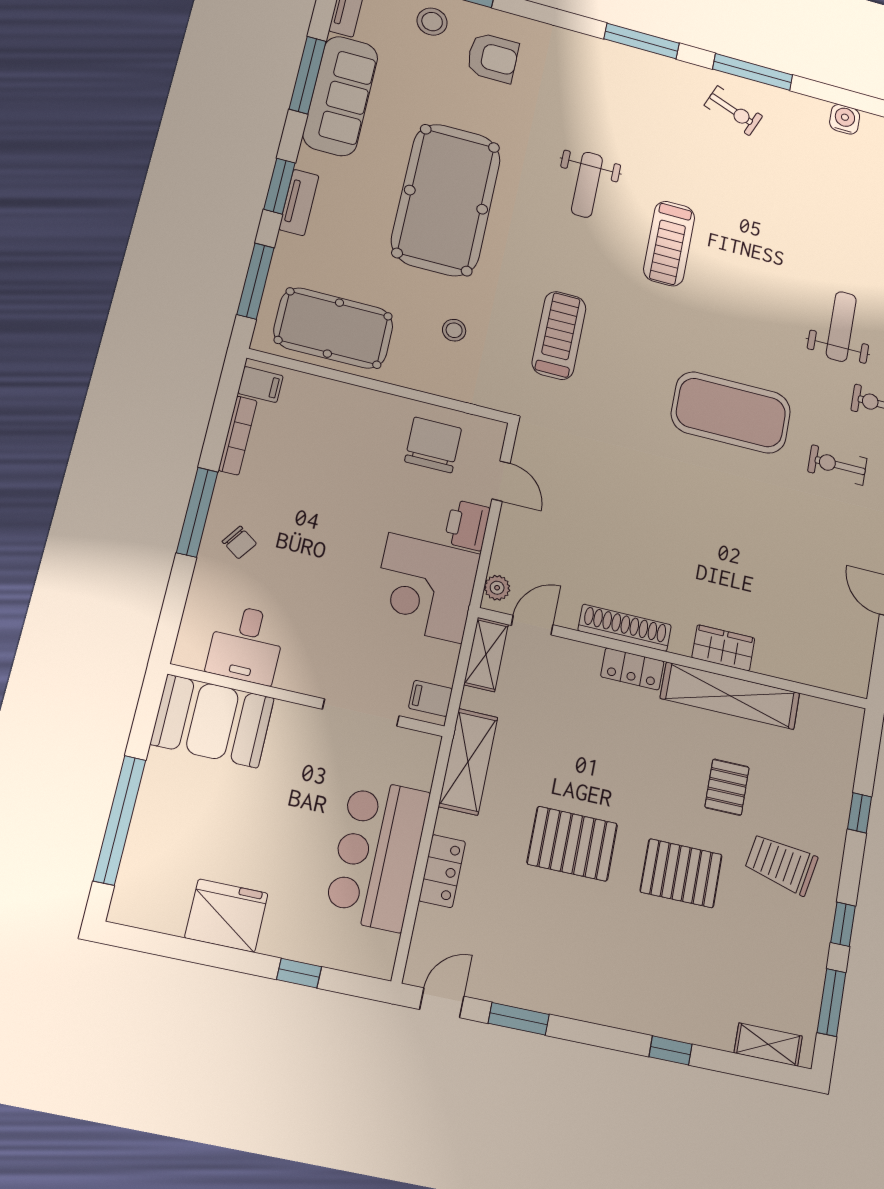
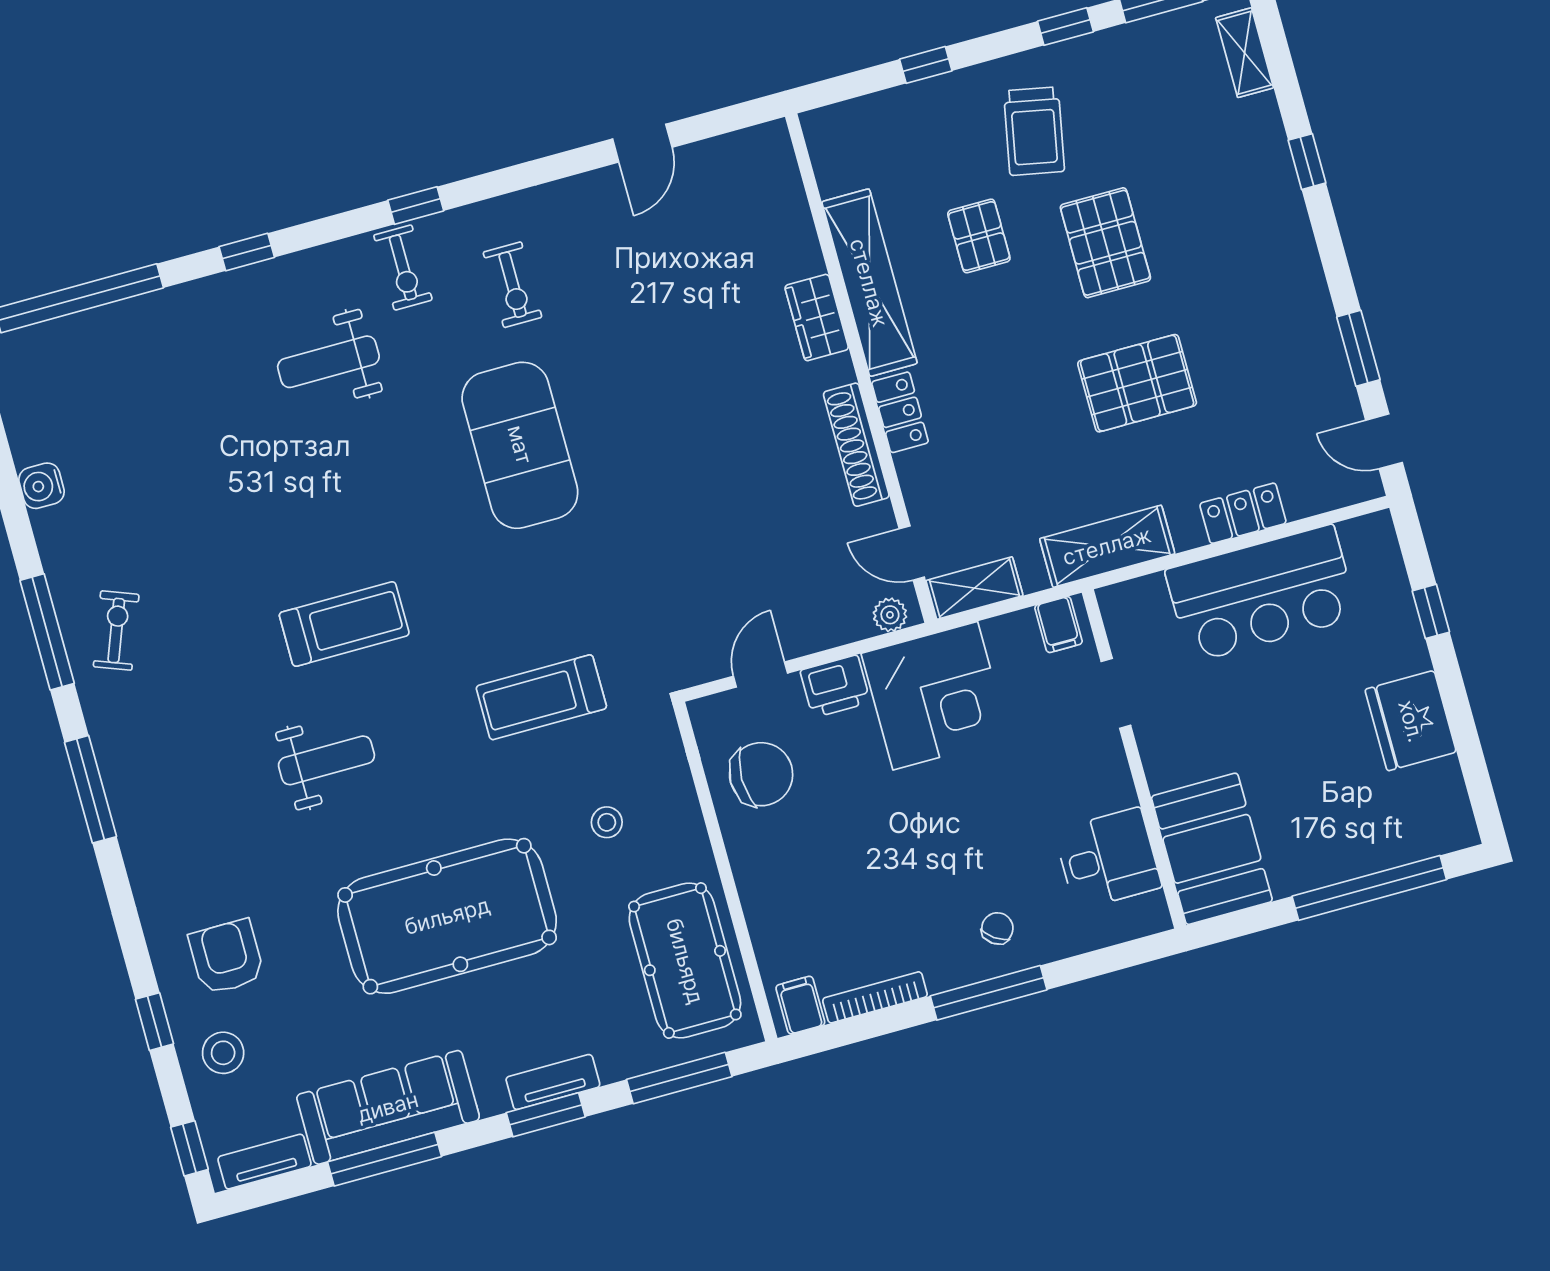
chair: (433, 445) -> (761, 774), turned 180
doorway: (361, 712) -> (1116, 693), width x0.73
pallet: (727, 787) -> (979, 236), turned 90
pallet: (572, 844) -> (1137, 383), turned 90

